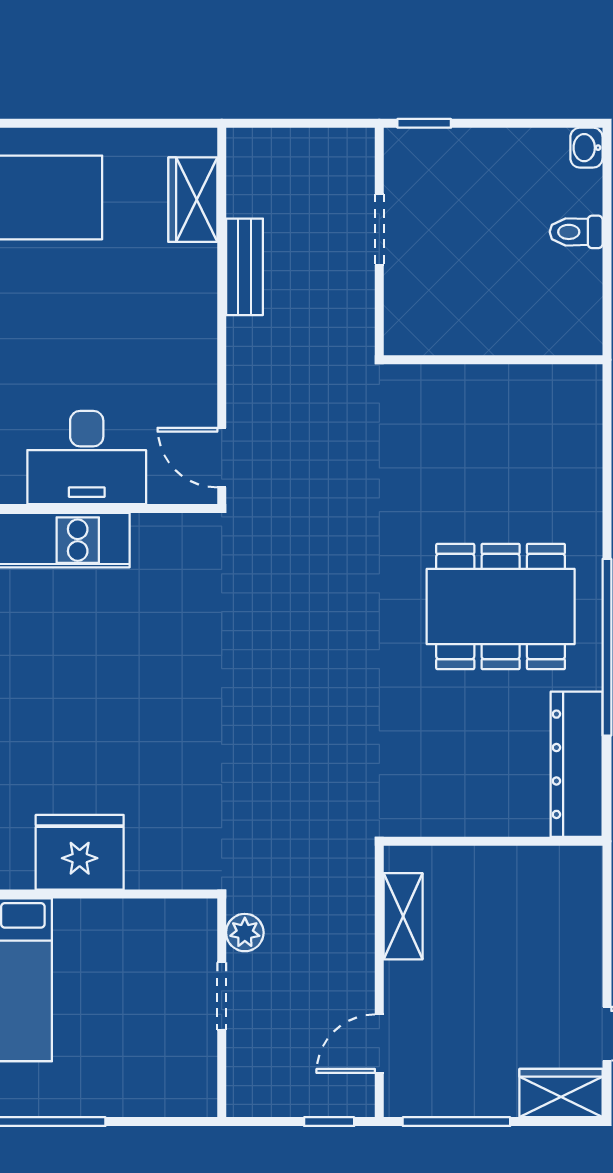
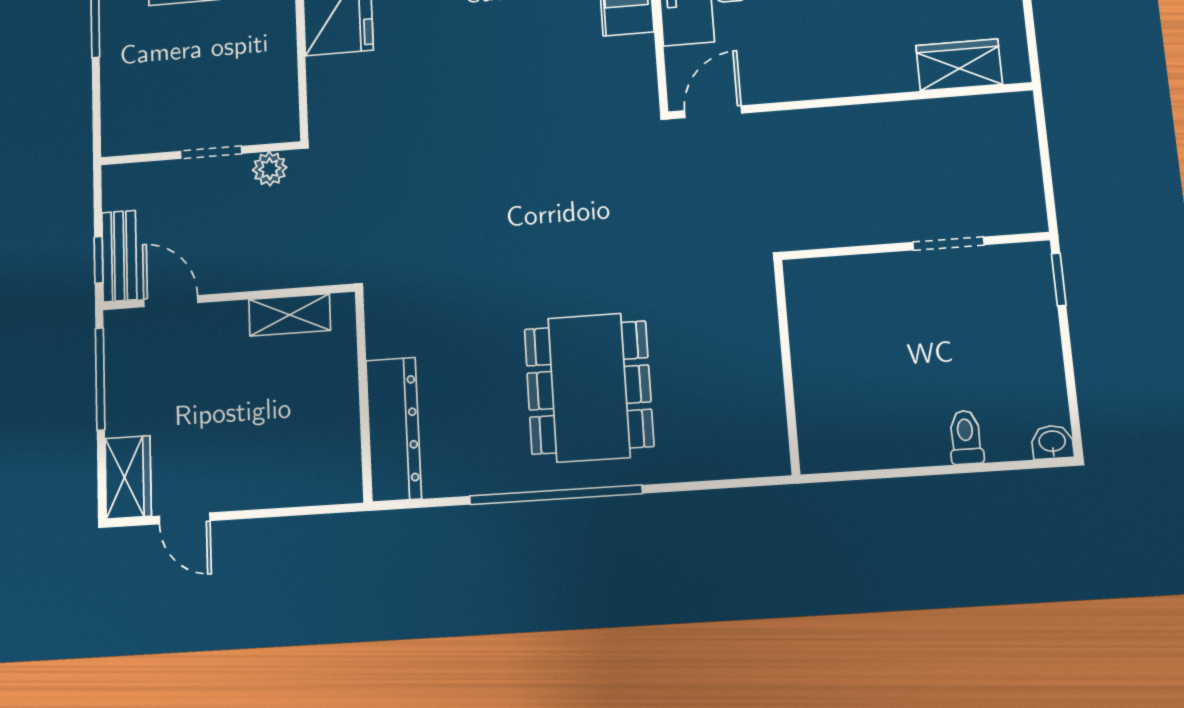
bench: (244, 267) -> (119, 256), moved, turned 90
wall: (493, 360) -> (787, 366), moved
dresser: (577, 764) -> (394, 429), moved, turned 90

